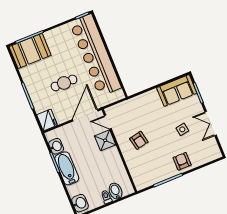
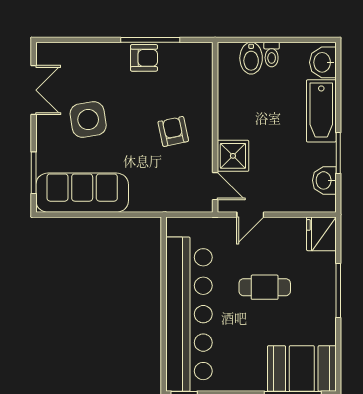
sofa: (177, 90) -> (82, 193), width x1.36
door: (85, 115) -> (250, 215), width x0.53
double door: (211, 124) -> (34, 90), moved
side table: (182, 129) -> (88, 120), width x1.87, depth x1.87
armchair: (182, 161) -> (144, 58), moved, turned -90
bathtub: (67, 168) -> (321, 111), moved

